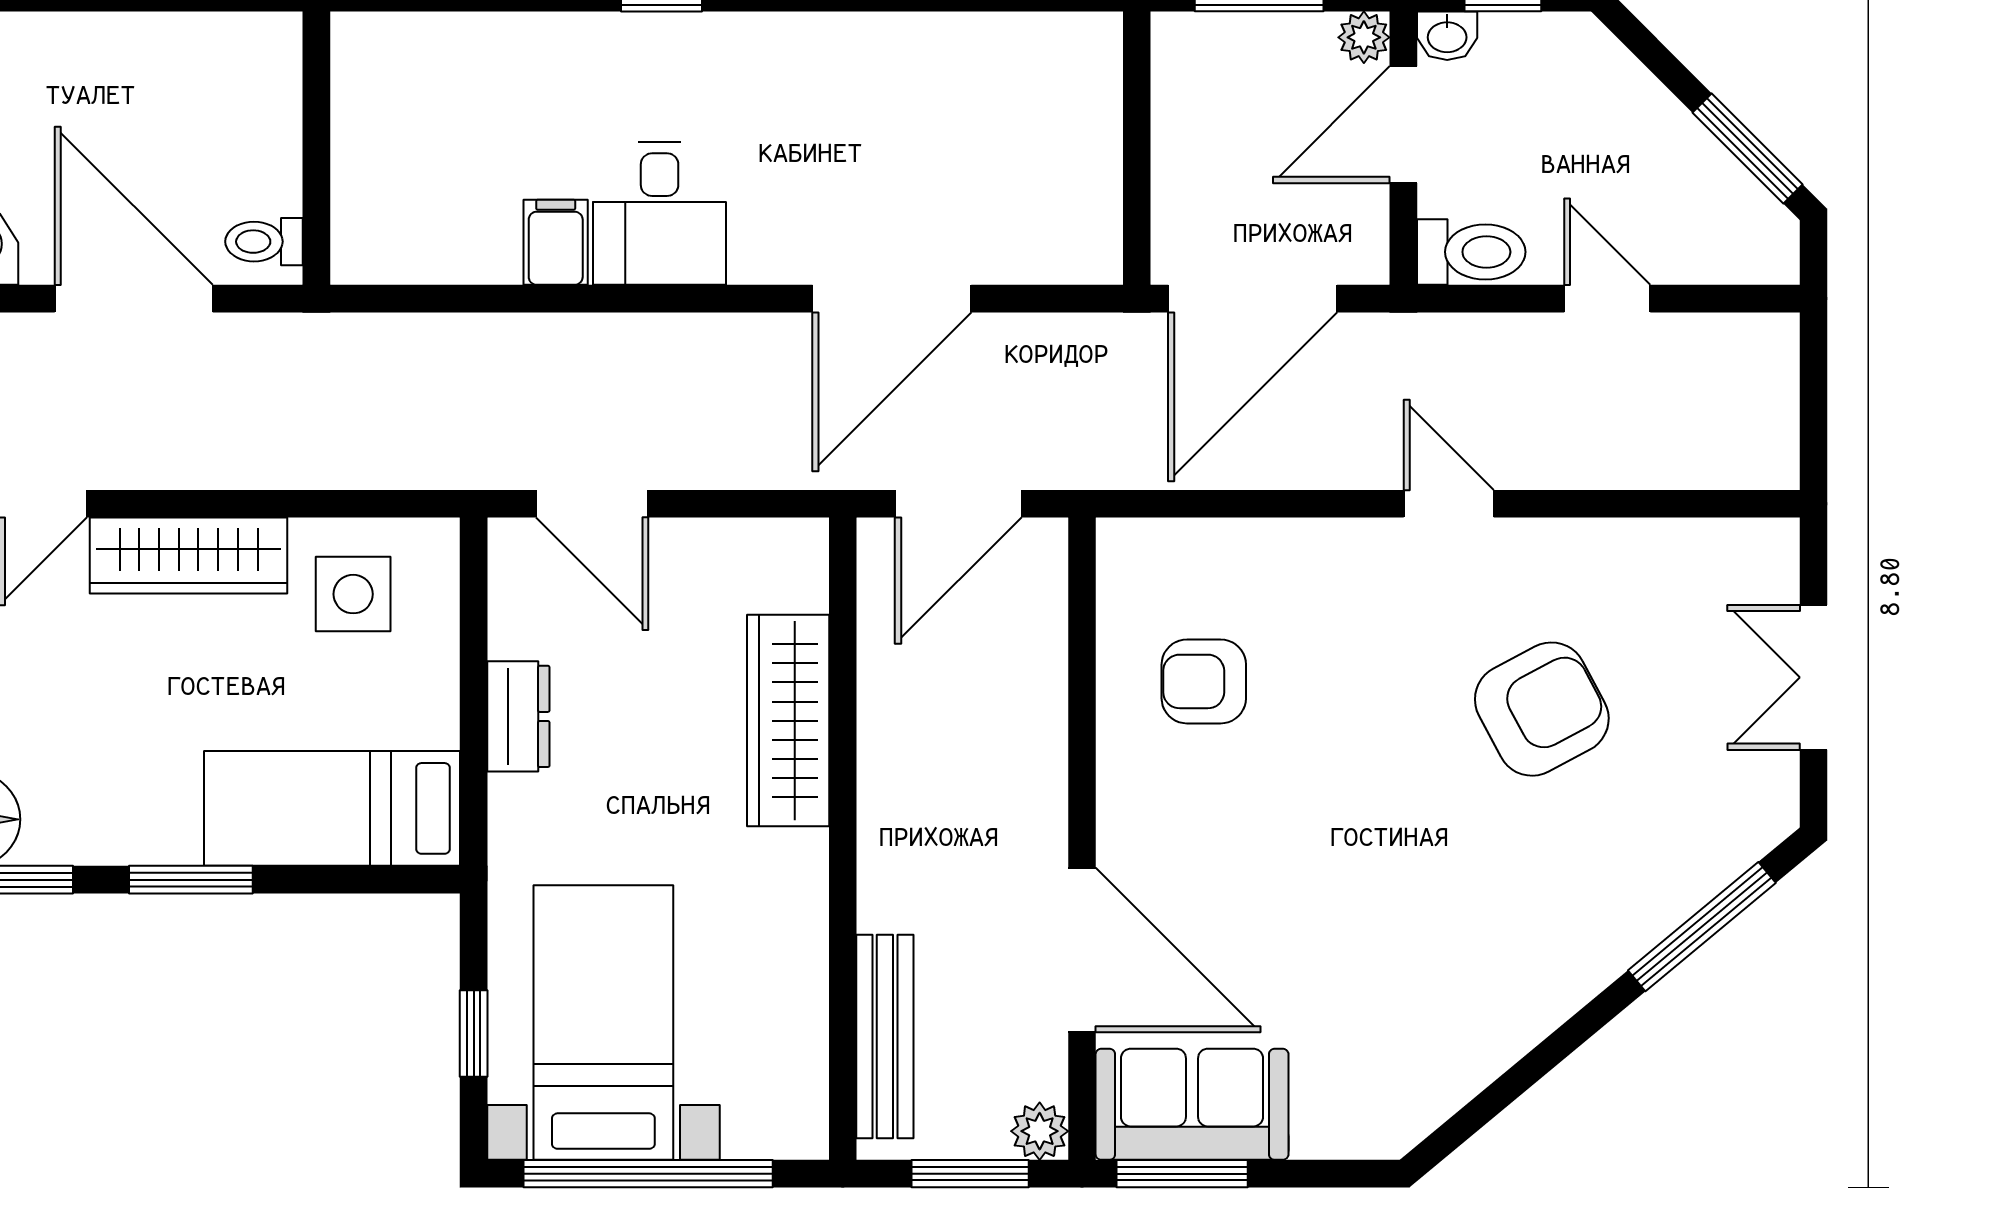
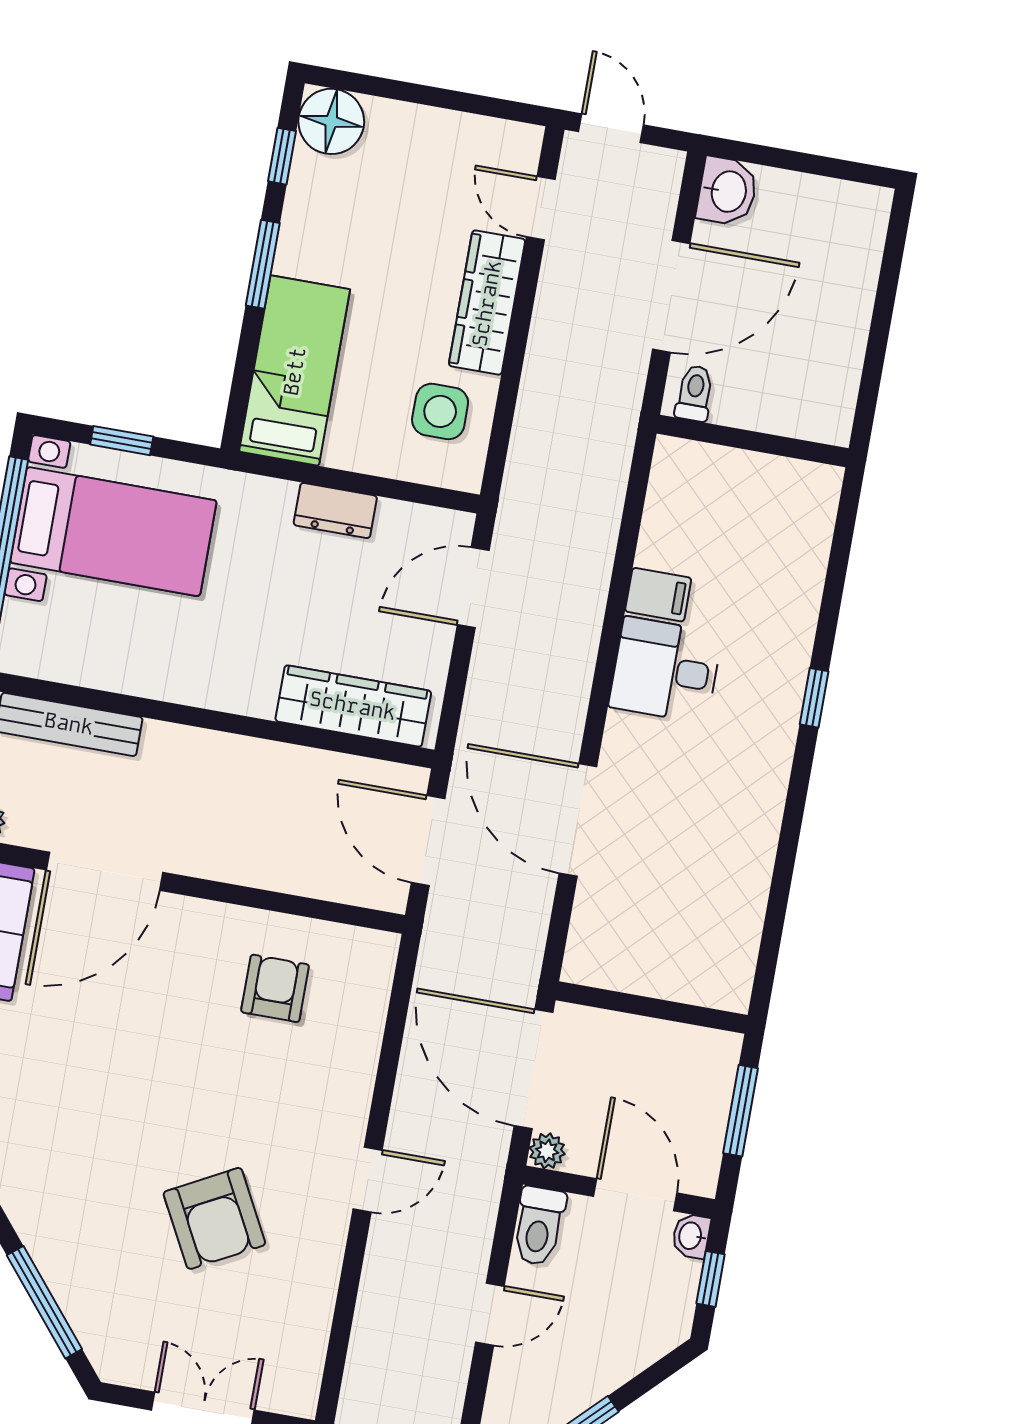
plant: (1364, 37) -> (547, 1151), moved
wardrobe: (788, 721) -> (353, 706), moved

